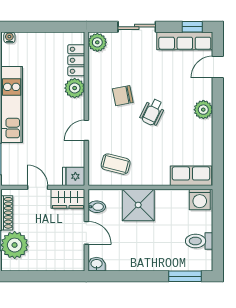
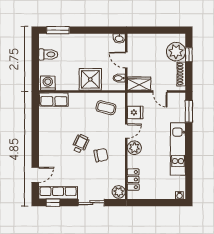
plant: (75, 88) -> (134, 148), moved
plant: (203, 110) -> (45, 145), removed
fridge: (74, 176) -> (135, 112), moved

